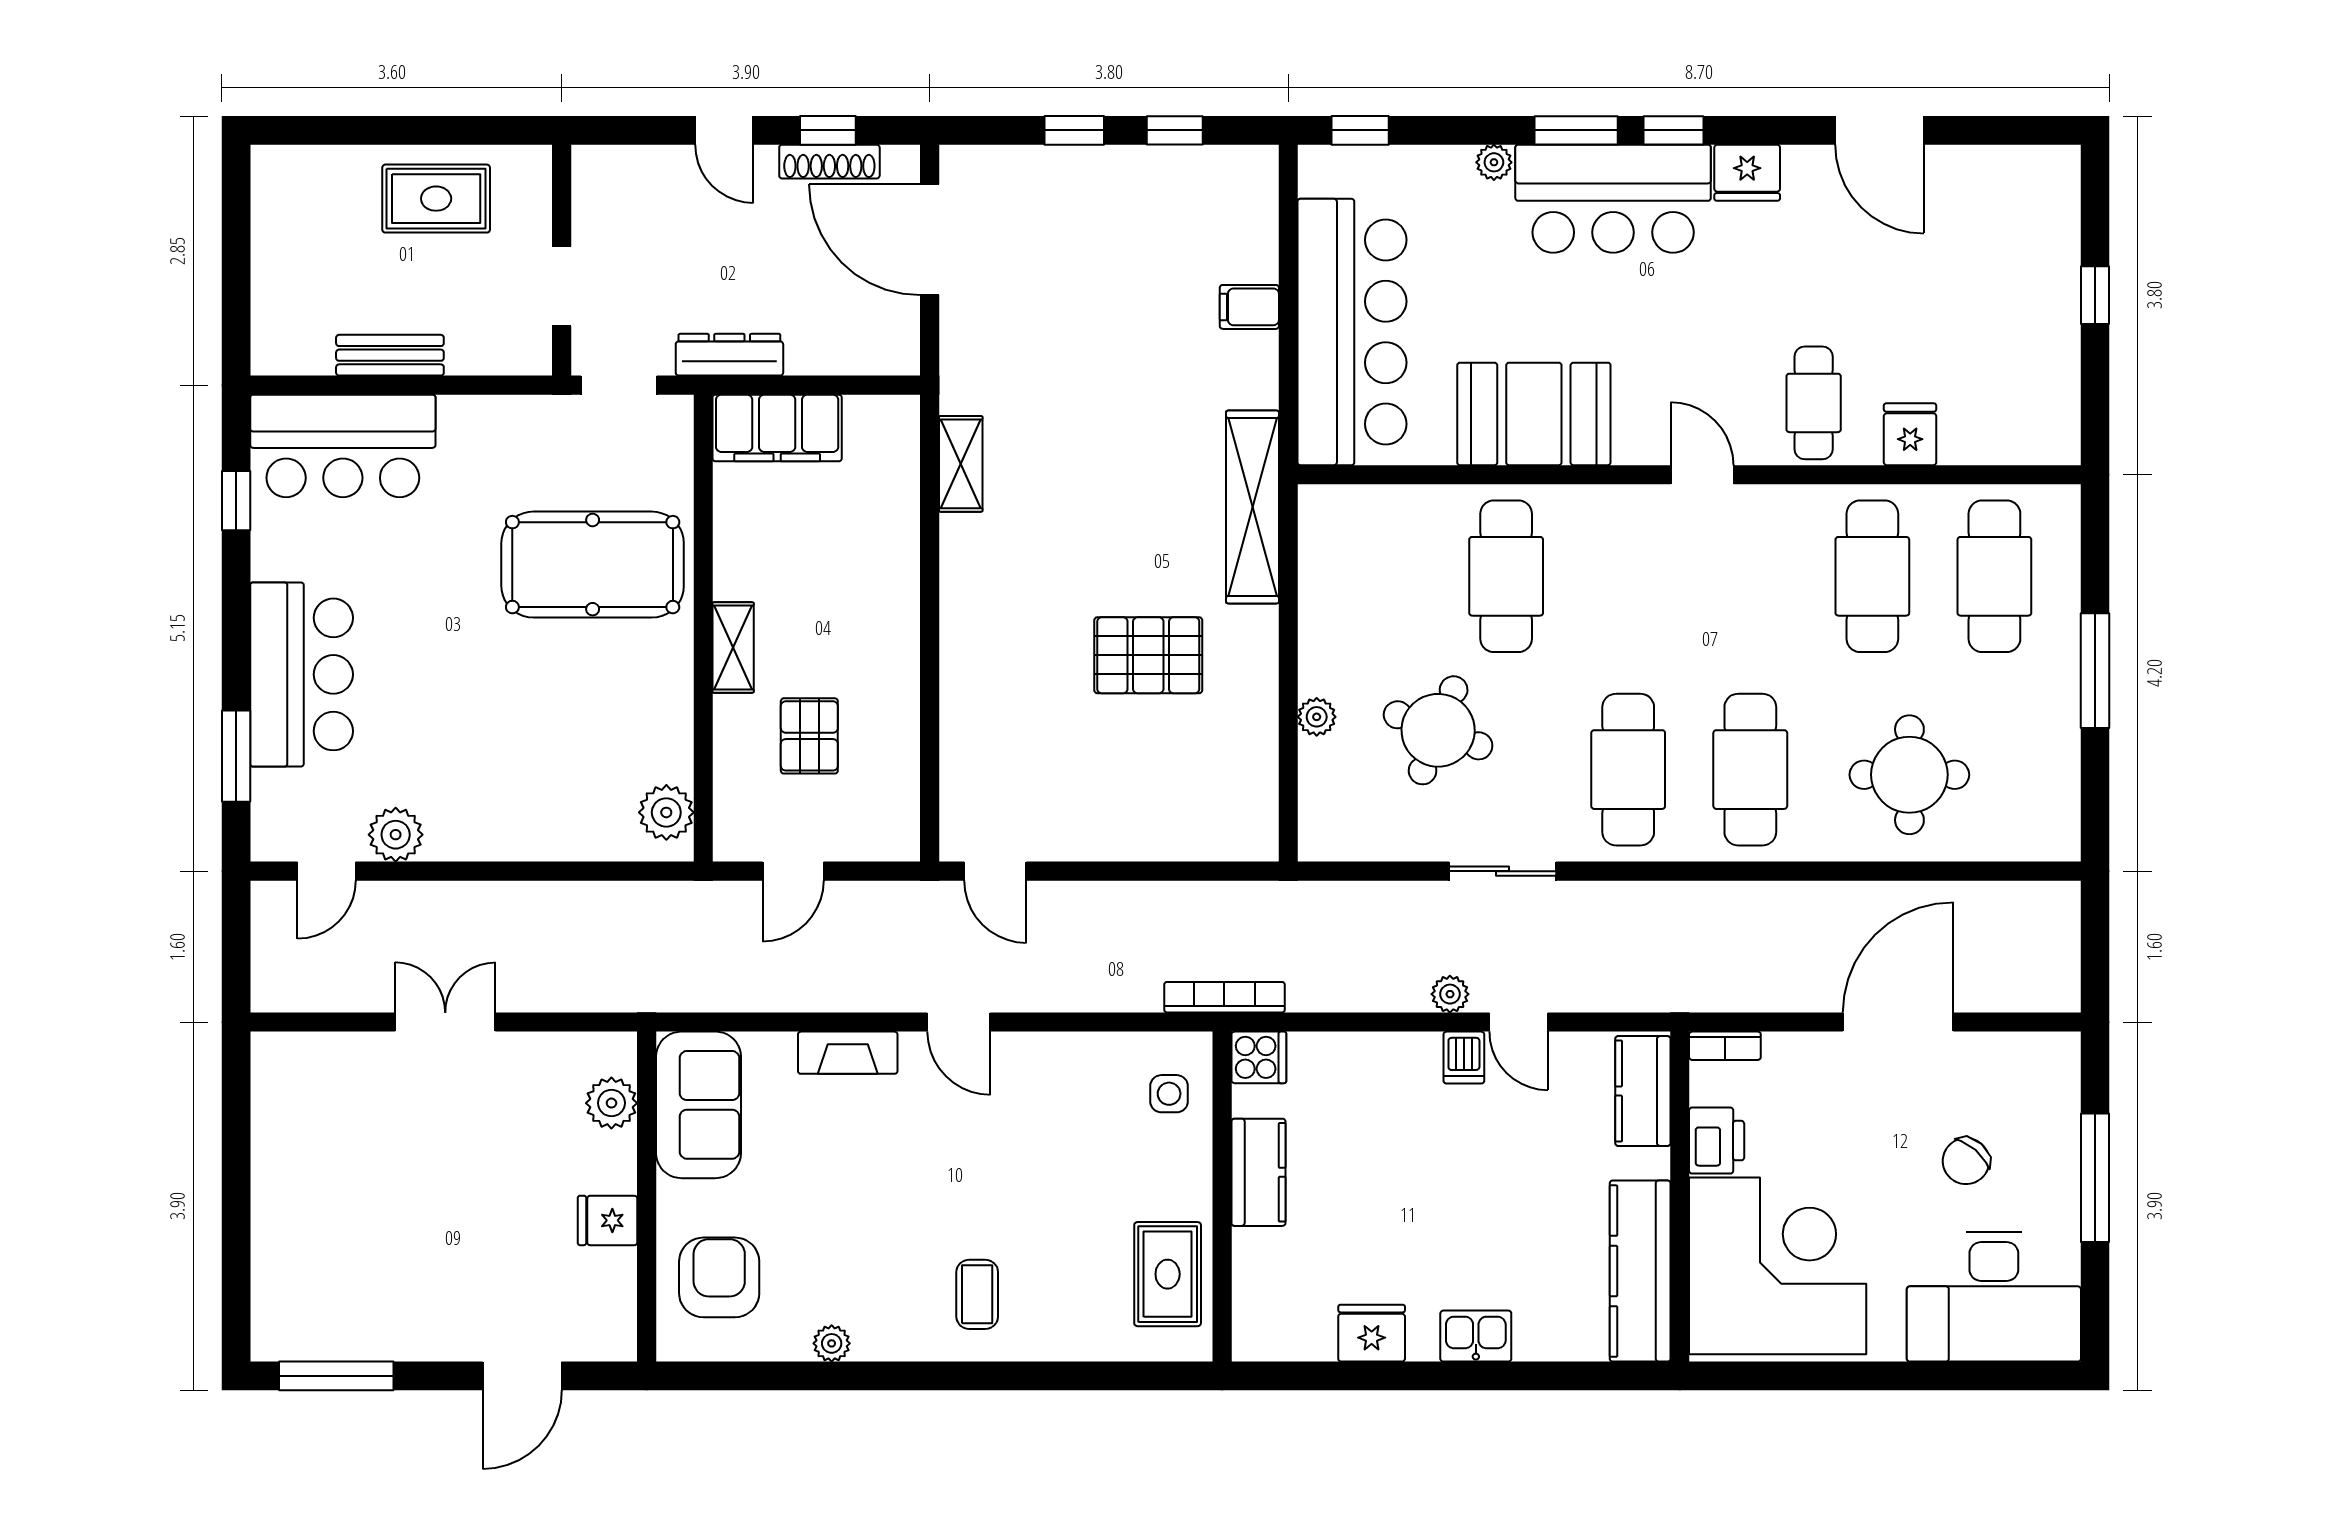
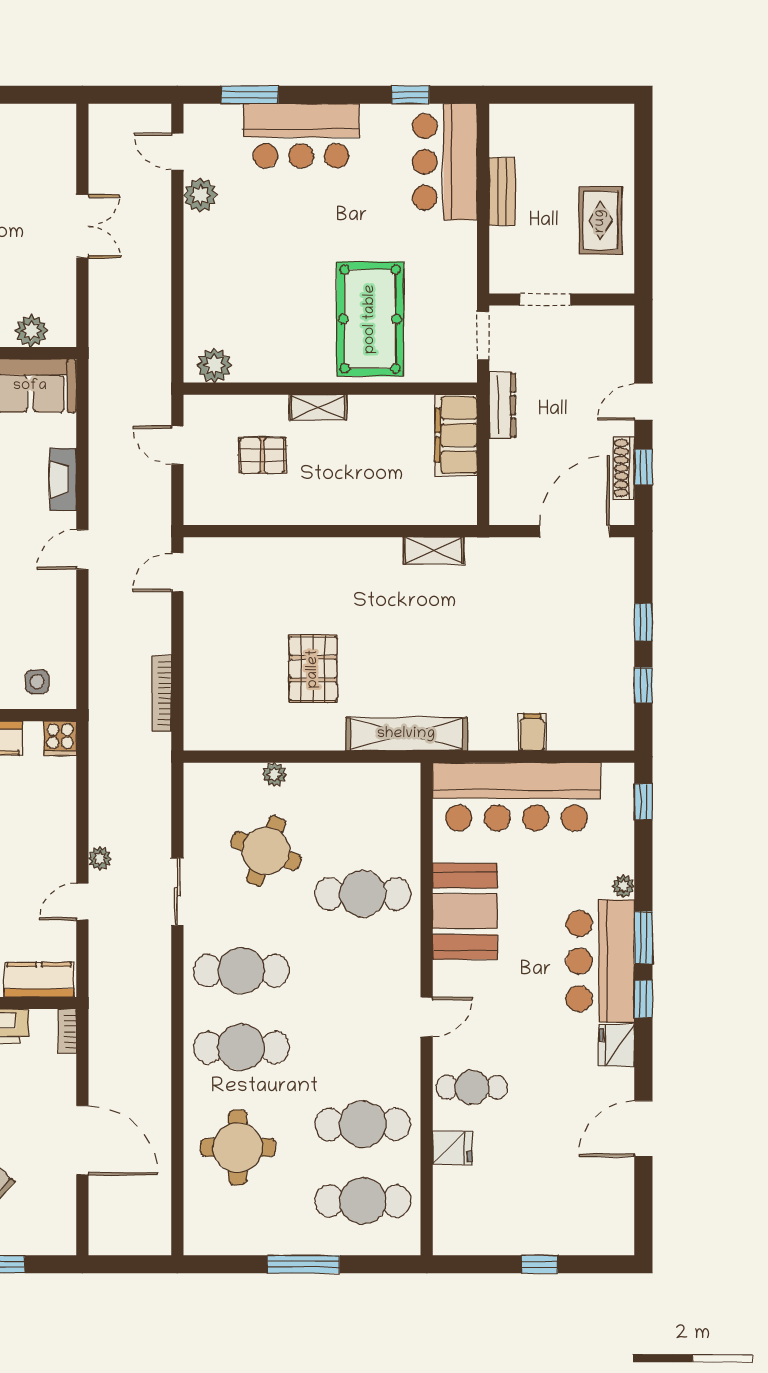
bookcase: (1224, 997) -> (162, 693), moved, turned 180
dishwasher: (1464, 1058) -> (60, 867), removed

